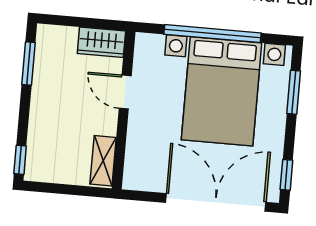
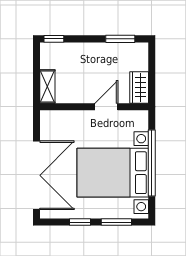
shelving: (103, 161) -> (47, 86), moved, turned 90
window: (286, 175) -> (80, 222), moved

